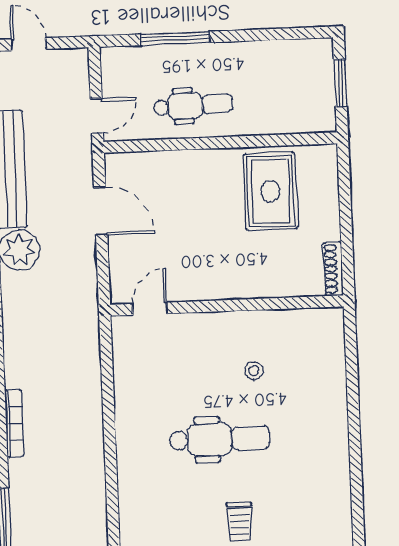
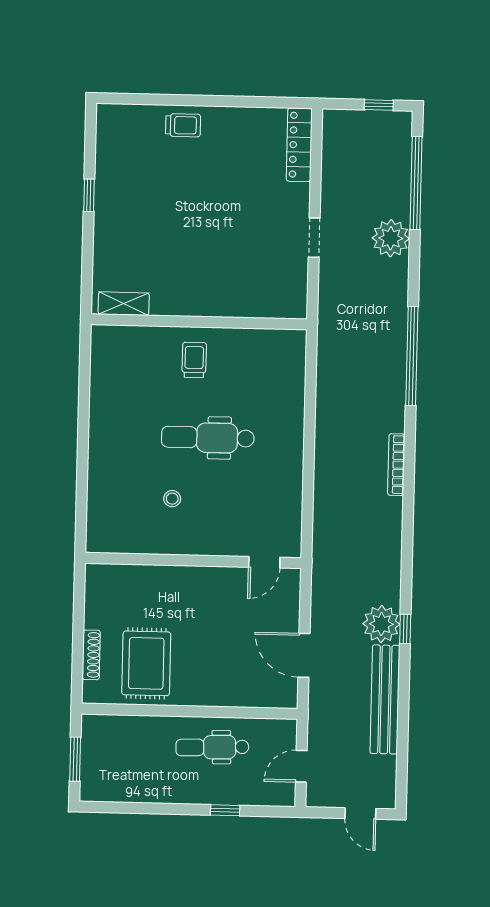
window: (175, 38) -> (225, 810), width x0.46
door: (97, 116) -> (301, 766), moved
shoe rack: (333, 269) -> (91, 655), moved

